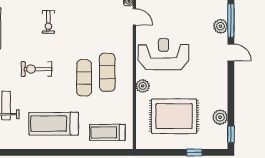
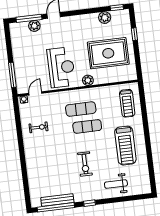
exercise bike: (48, 22) -> (39, 127), moved
reception desk: (164, 54) -> (61, 67), turned 180
rug: (174, 116) -> (108, 53), turned 90

